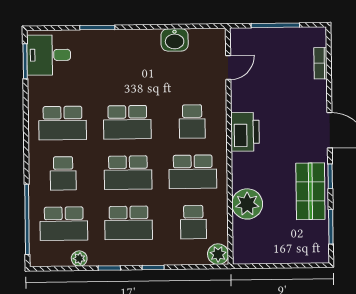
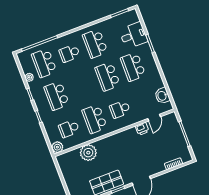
washbasin: (175, 40) -> (162, 96), moved
desk: (49, 55) -> (133, 35), moved, turned 90
door: (228, 68) -> (154, 118), hinge flipped
printer: (245, 132) -> (142, 129), moved, width x0.53, depth x0.68
school desk: (128, 173) -> (133, 67), moved

